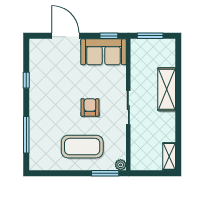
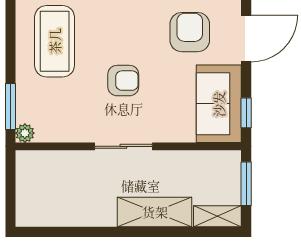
armchair: (62, 69) -> (190, 32), added
coffee table: (82, 147) -> (55, 41), moved
shelving: (169, 156) -> (217, 216), moved

